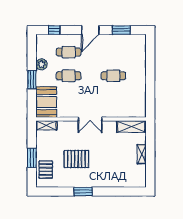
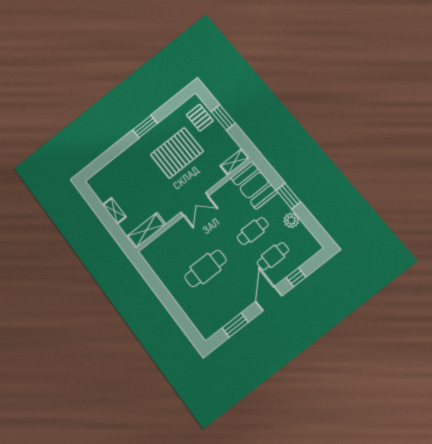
window: (54, 30) -> (296, 277), moved
cafe table: (113, 76) -> (205, 269), width x1.37, depth x1.35
double door: (90, 119) -> (195, 204), swing flipped
pallet: (76, 159) -> (177, 153), width x1.37, depth x1.41

